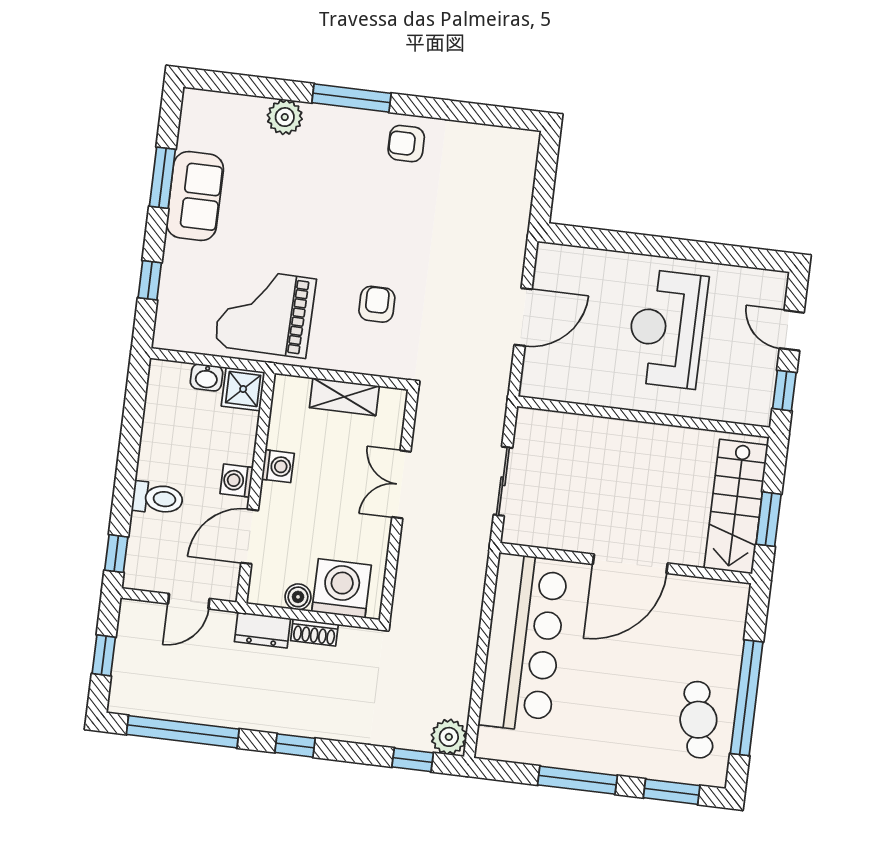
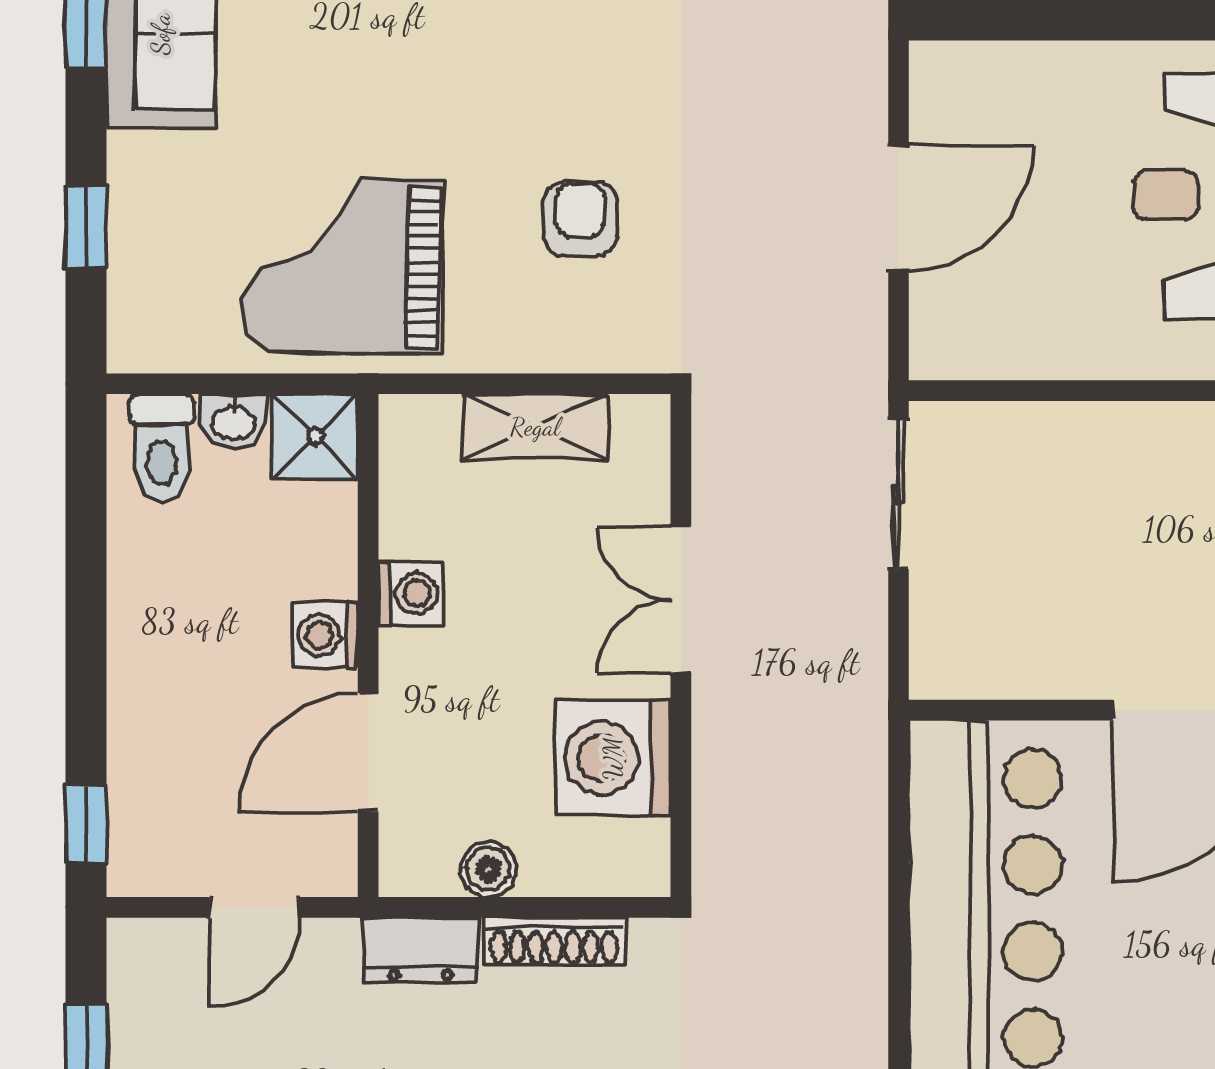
sliding door: (503, 481) -> (898, 494), moved
toilet: (158, 498) -> (162, 448), moved, turned 90
washing machine: (342, 588) -> (613, 758), moved, turned -90
shoe rack: (314, 633) -> (554, 941), width x1.43

